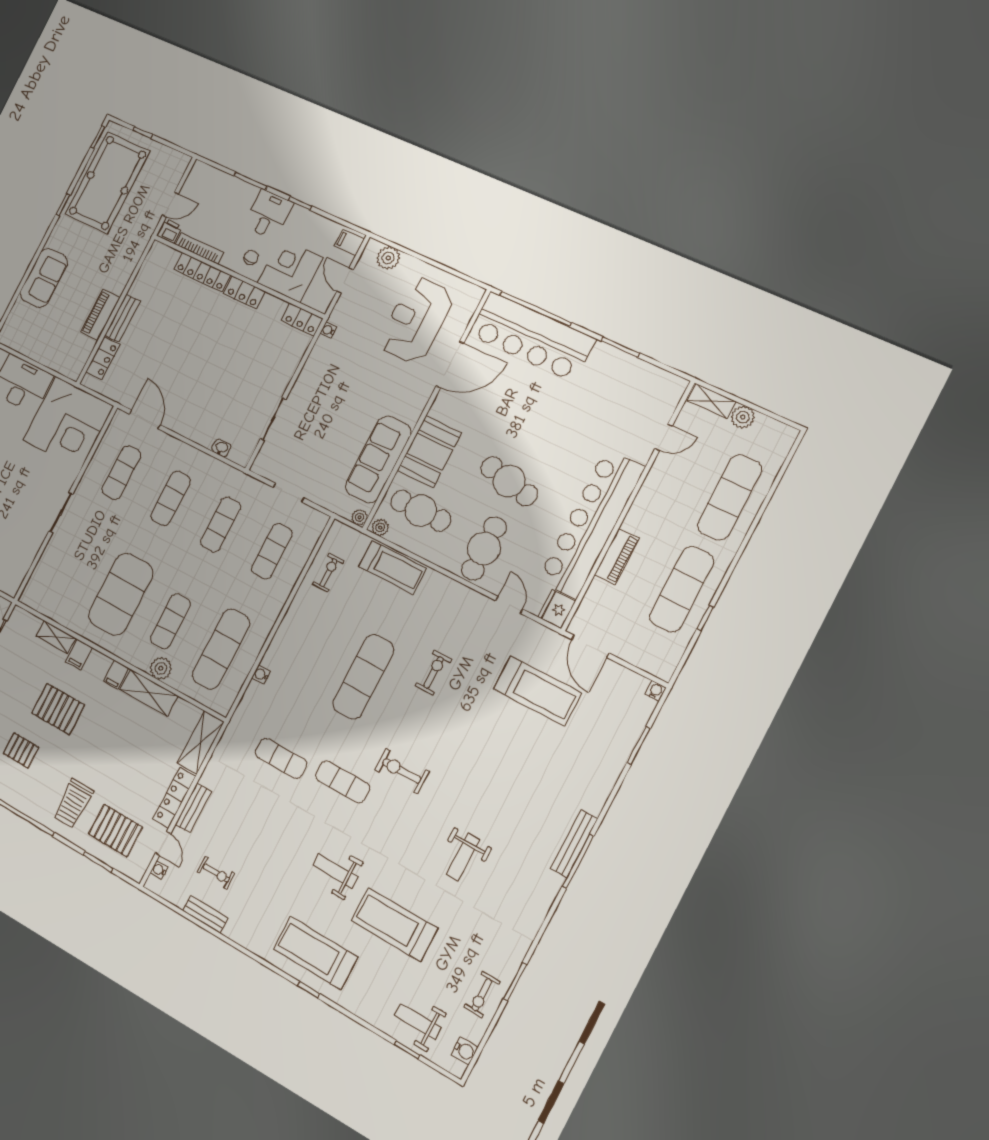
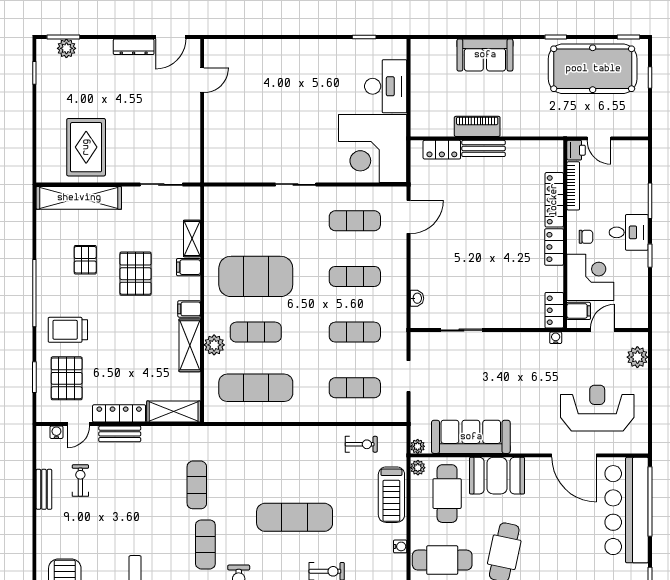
filing cabinet: (349, 242) -> (579, 311), moved, turned 90
water cooler: (261, 674) -> (400, 546), moved, turned 90
exercise bike: (216, 873) -> (80, 481), turned 180

